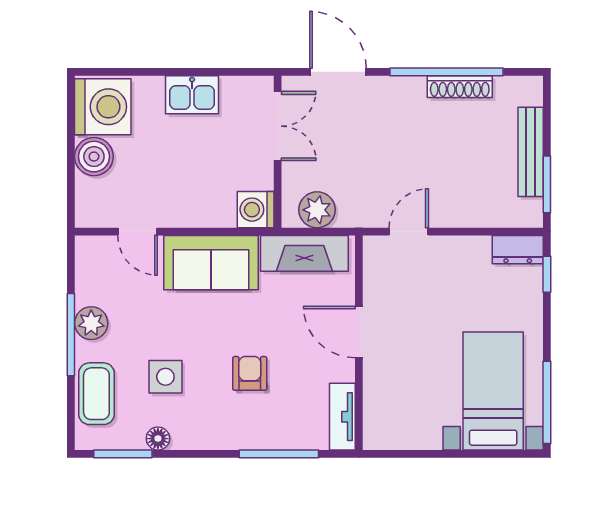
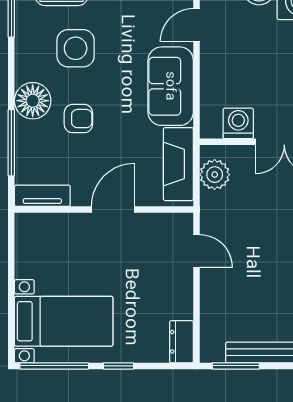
washing machine: (256, 210) -> (238, 123), moved
window: (547, 274) -> (118, 366), moved
side table: (165, 377) -> (76, 48), width x1.37, depth x1.37
floor lamp: (158, 439) -> (33, 101), moved, width x1.89, depth x1.89

